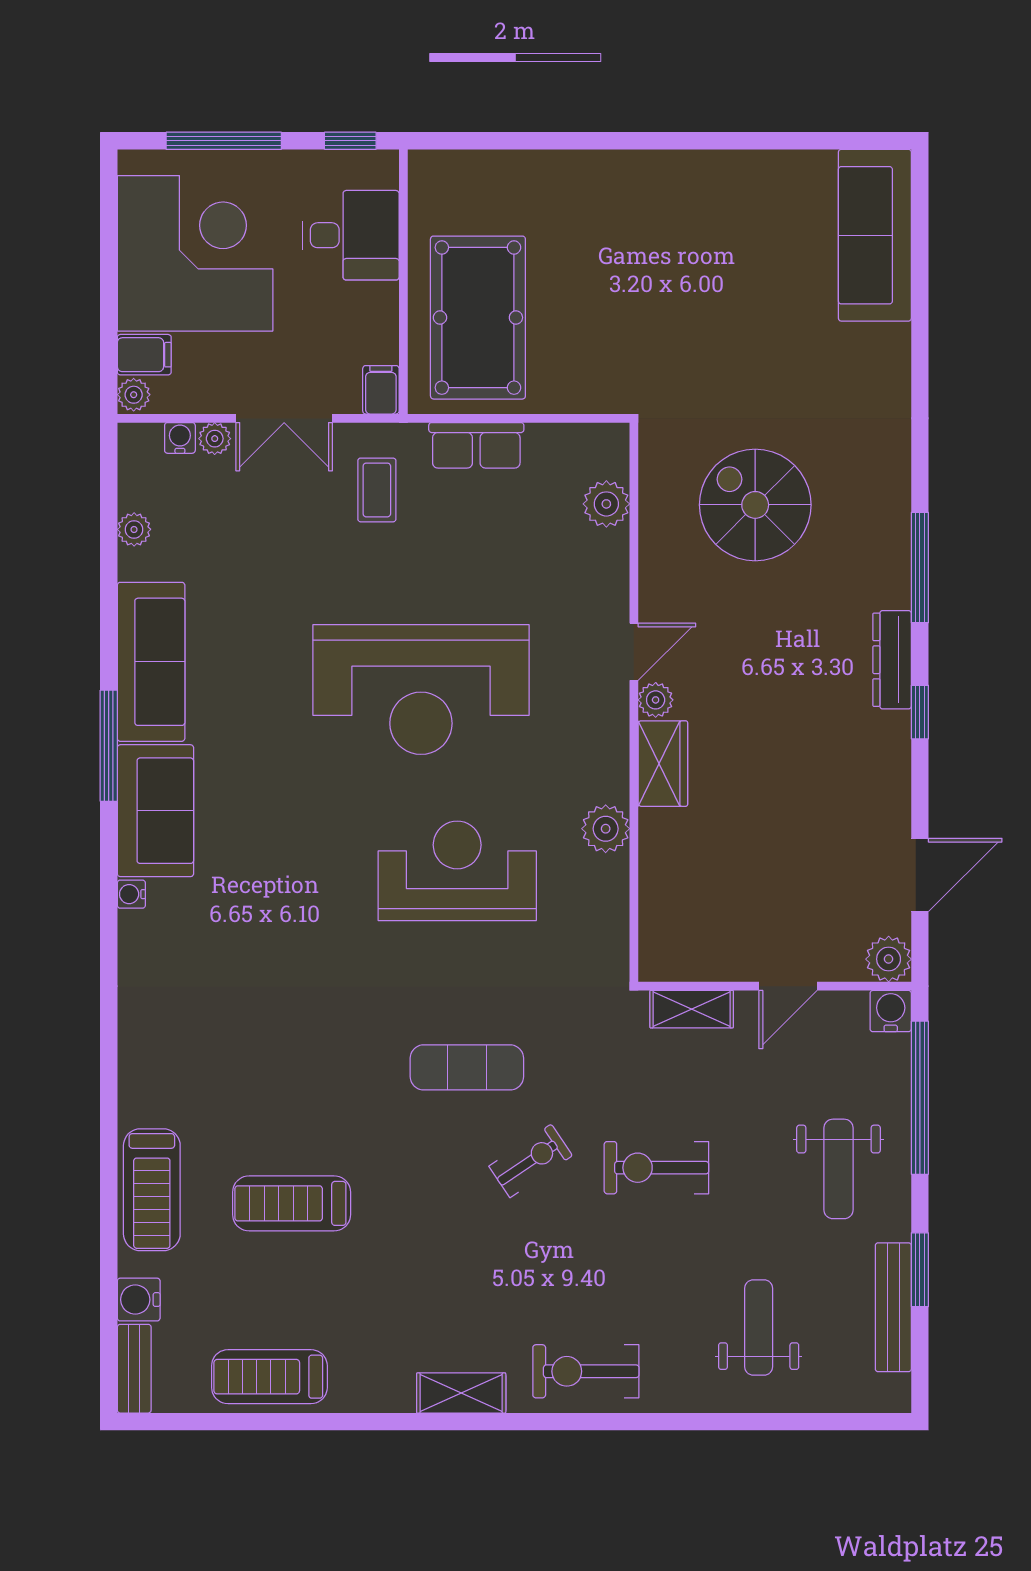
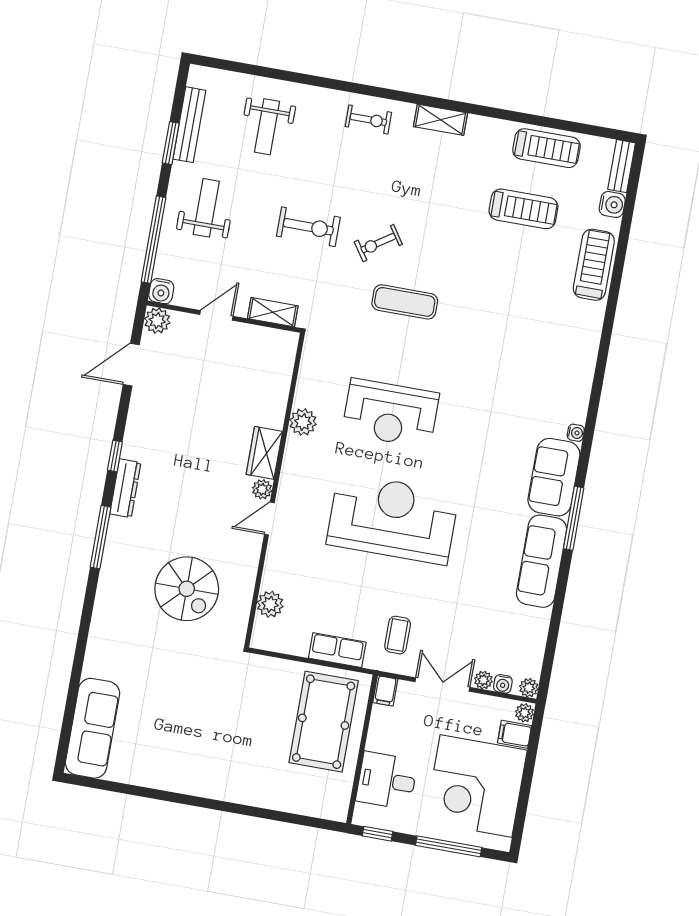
plant: (134, 529) -> (529, 688), moved
treadmill: (292, 1203) -> (523, 209), moved
exercise bike: (586, 1371) -> (368, 119), width x0.73, depth x0.72

